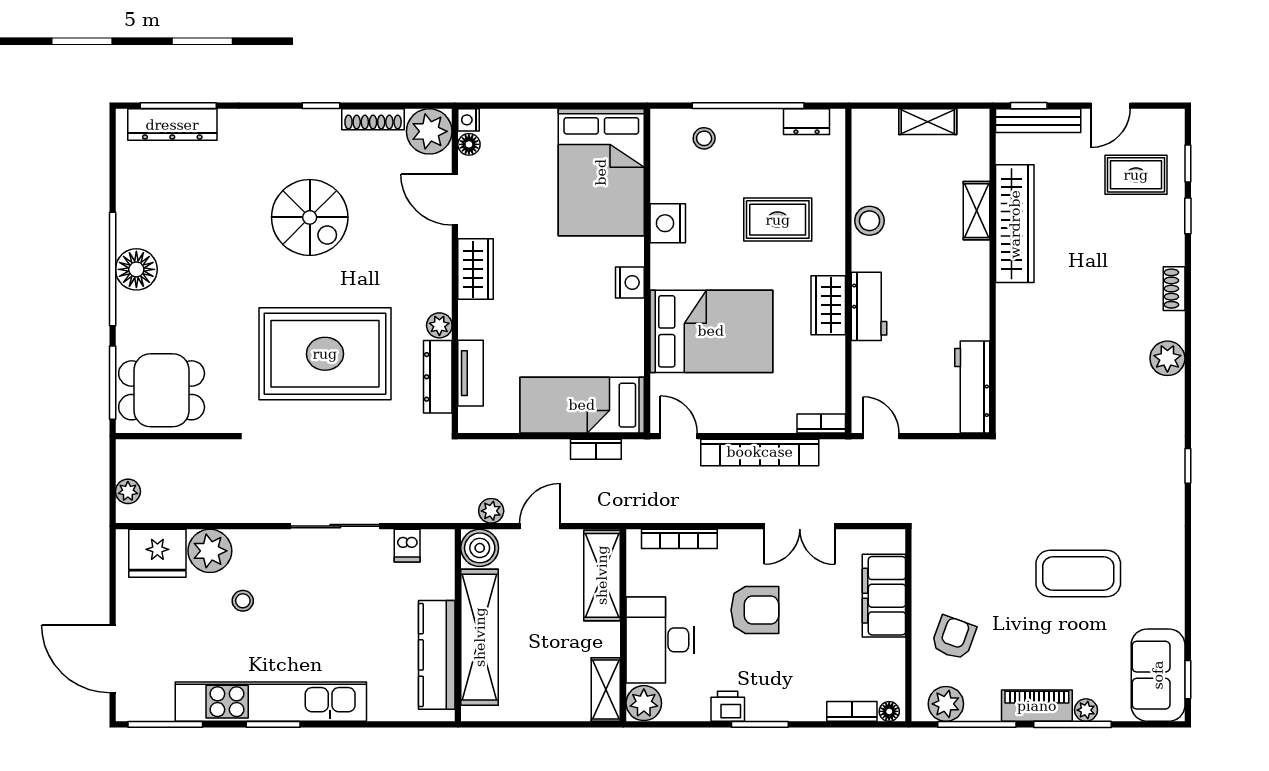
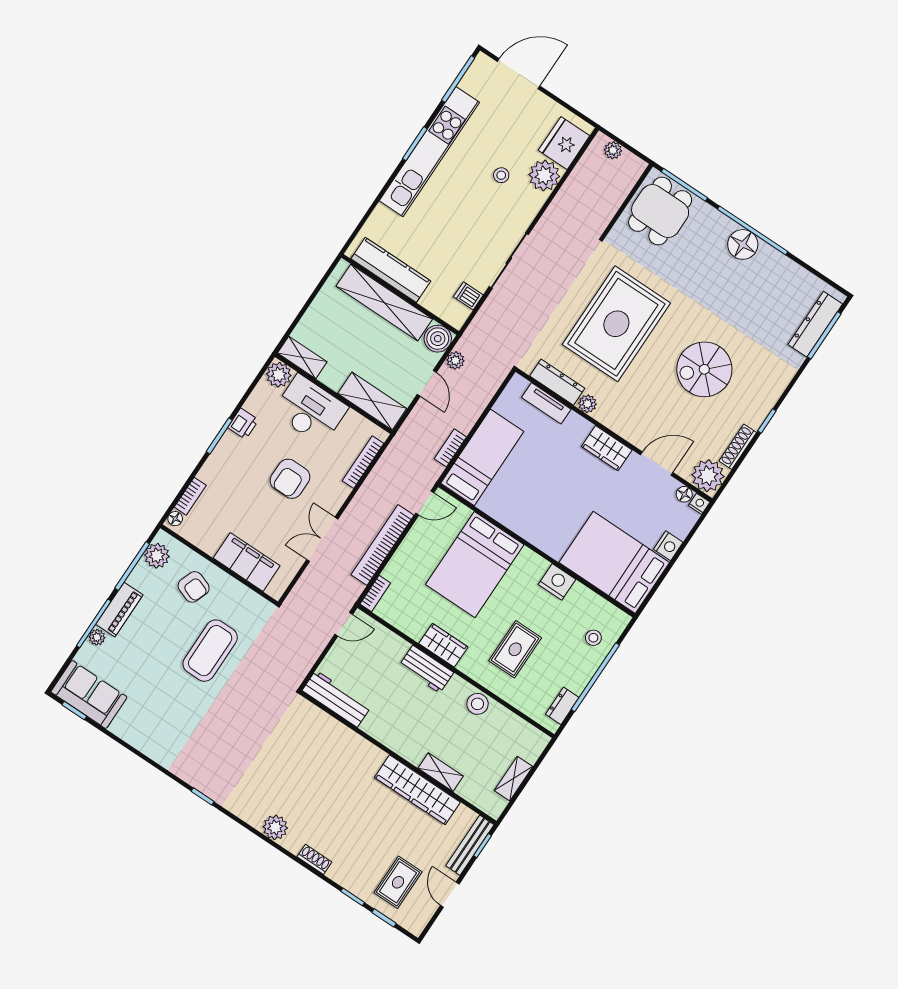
nightstand: (630, 283) -> (668, 546), moved, turned -90
coffee table: (1078, 573) -> (210, 651), moved

